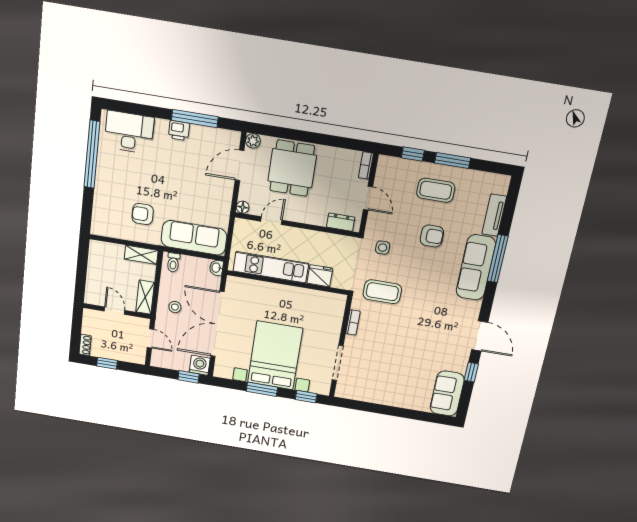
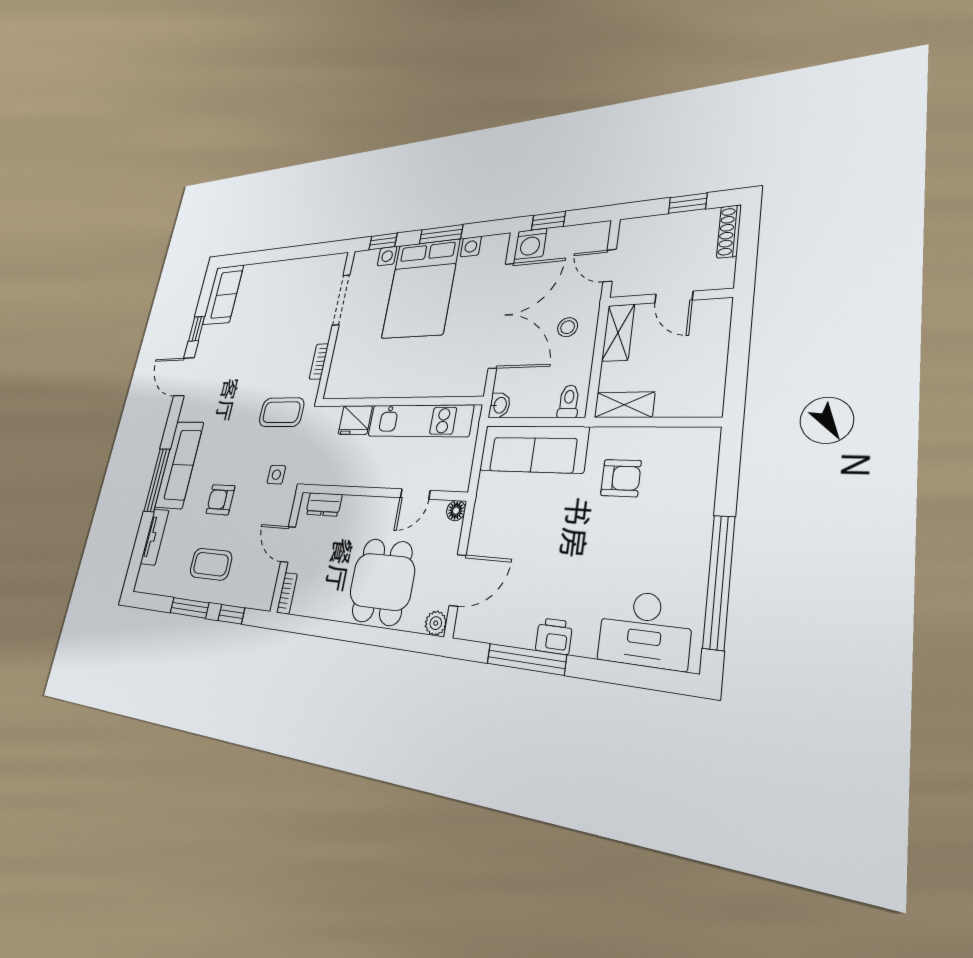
shoe rack: (85, 345) -> (729, 231), width x1.43

